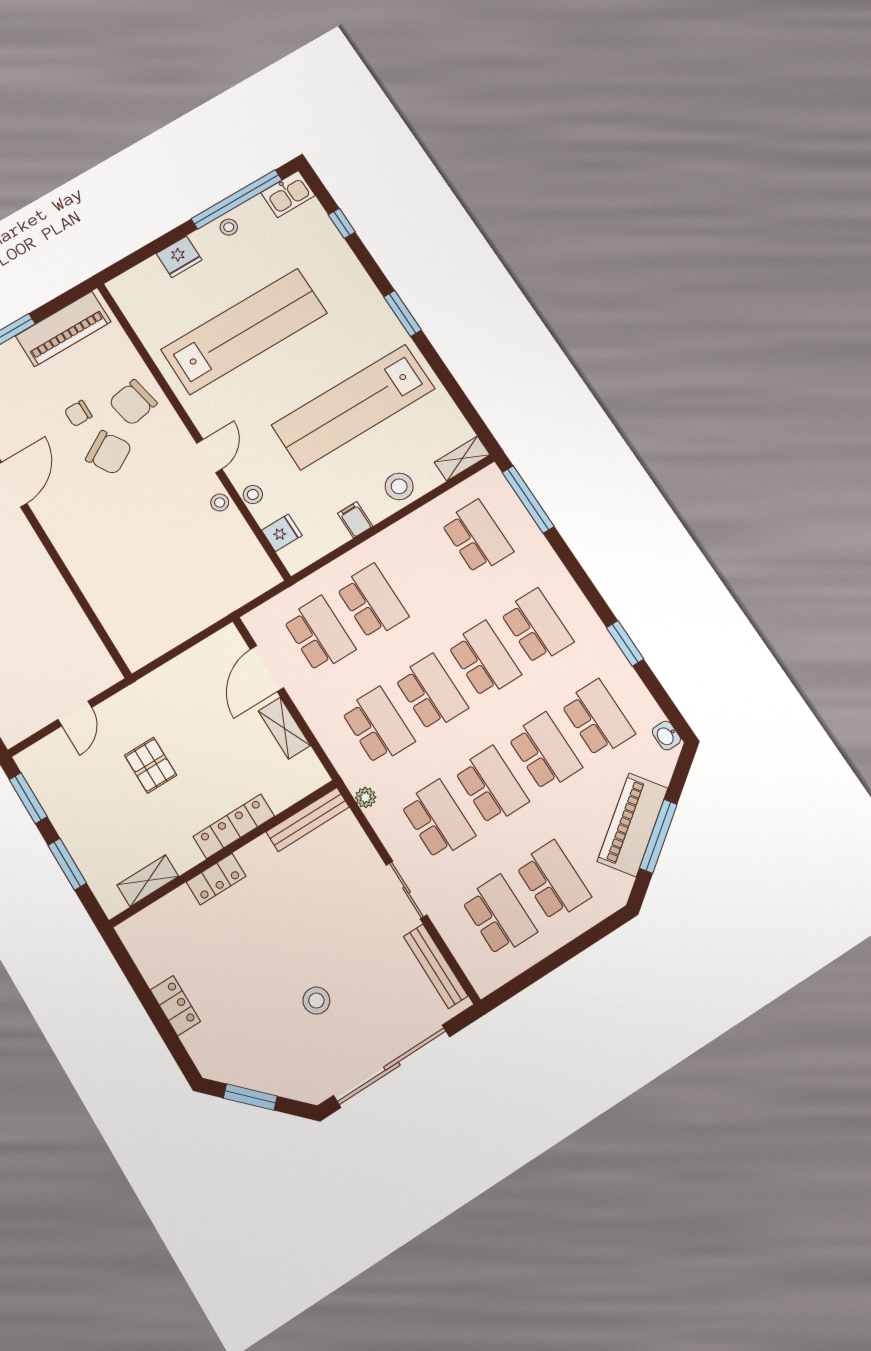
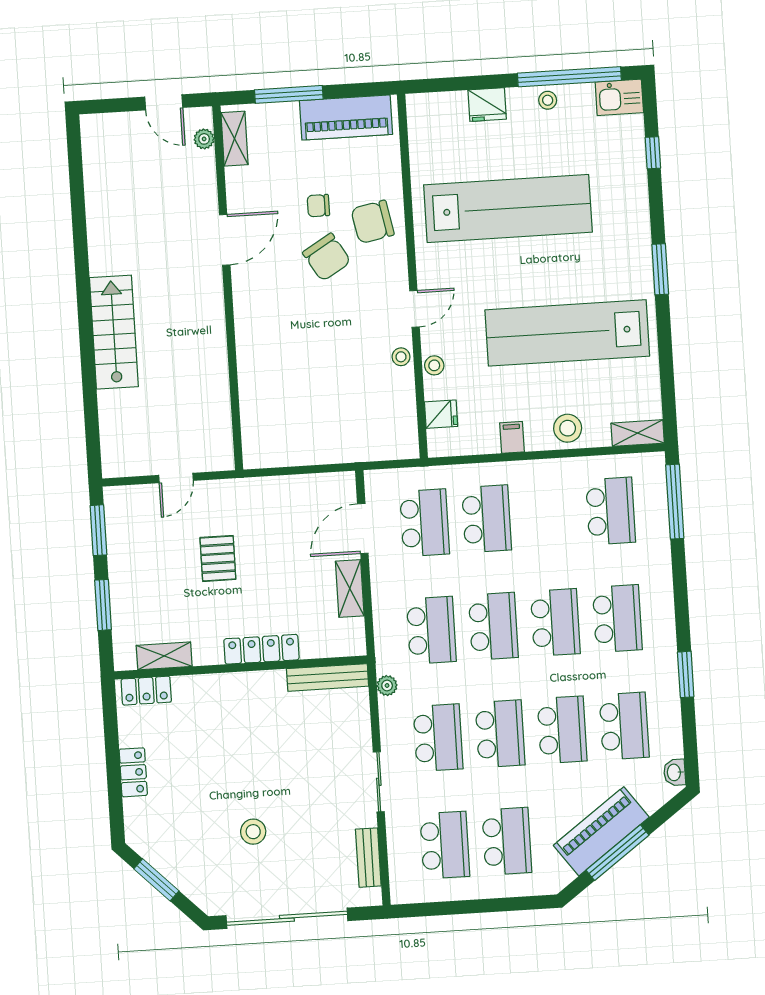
locker: (216, 879) -> (146, 691), moved
bench: (436, 966) -> (368, 858), width x0.73

